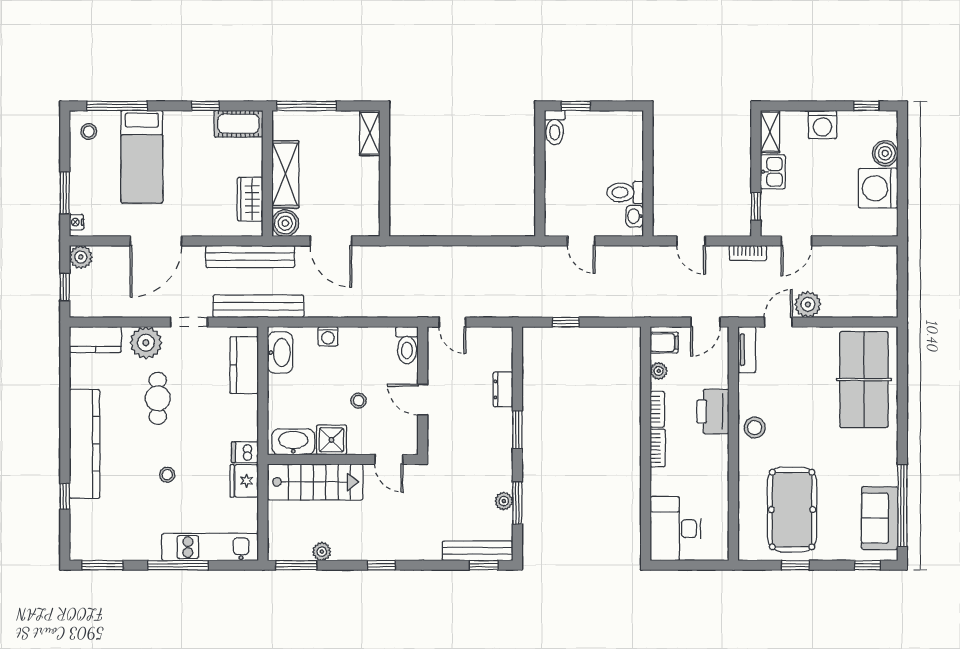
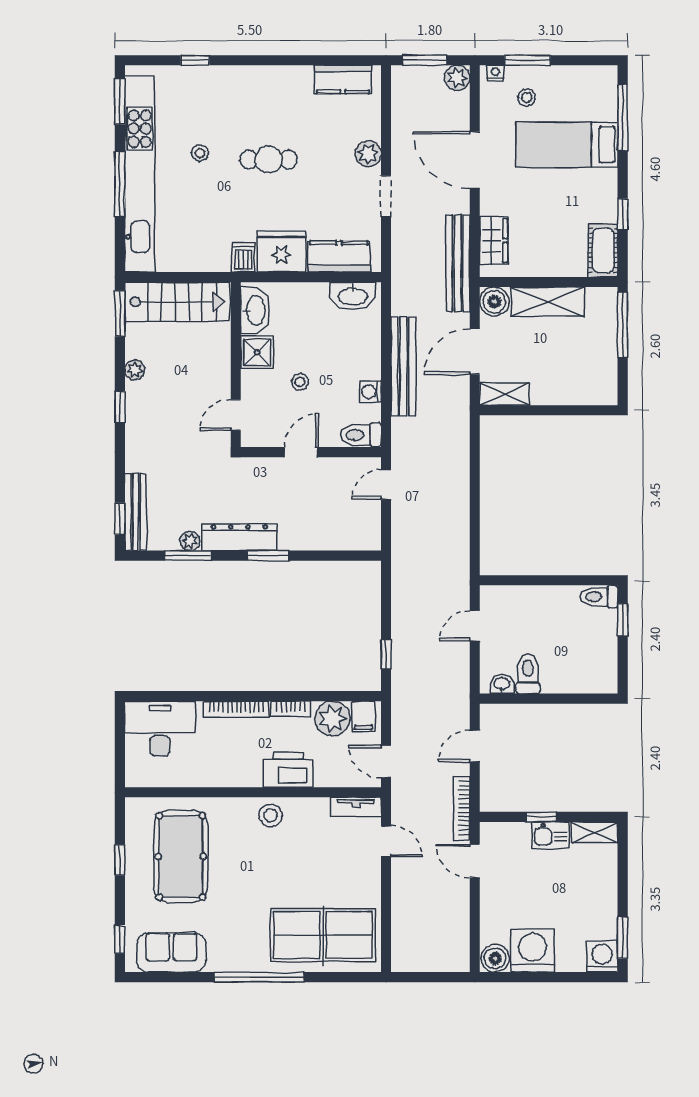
window: (866, 106) -> (623, 938), width x1.50
washing machine: (822, 125) -> (602, 957), moved, turned 90
stool: (89, 132) -> (527, 97), moved
shelving: (370, 133) -> (504, 394), moved
boiler: (885, 153) -> (495, 958), moved
wardrobe: (250, 199) -> (494, 240), moved, turned 90
window: (756, 206) -> (541, 817), moved
bookcase: (748, 253) -> (462, 808), width x1.56
window: (65, 287) -> (424, 60), width x1.50
plant: (808, 304) -> (405, 874), removed
bench: (258, 306) -> (403, 366), moved
window: (566, 322) -> (386, 654), moved
washing machine: (328, 336) -> (370, 392), moved
kitchen counter: (95, 340) -> (343, 79), moved, turned -90
plant: (146, 343) -> (368, 154), width x0.73, depth x0.73
plant: (659, 371) -> (332, 719), width x1.87, depth x1.87
dresser: (503, 389) -> (239, 537), moved, width x1.96, depth x1.24
cafe table: (158, 398) -> (269, 159), moved
kitchen counter: (85, 444) -> (253, 82), removed
bookcase: (658, 448) -> (236, 709), width x1.56
stool: (167, 475) -> (200, 153), moved
fridge: (244, 481) -> (281, 252), moved, width x1.36, depth x1.34
stairs: (315, 482) -> (177, 302), moved, turned -90
window: (902, 506) -> (259, 977), moved
pool table: (792, 510) -> (181, 856), turned 90
kitchen unit: (210, 547) -> (140, 174), width x1.86
plant: (322, 552) -> (135, 370), moved

